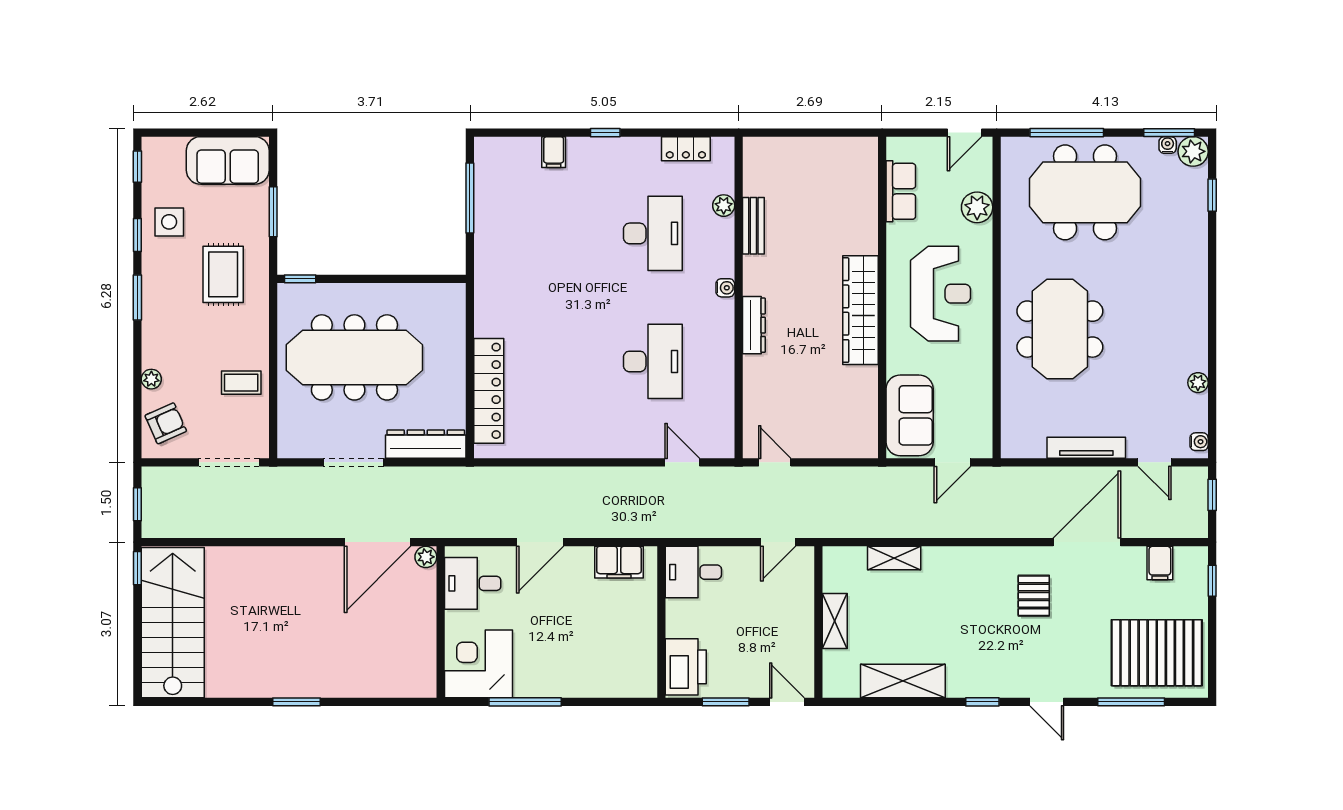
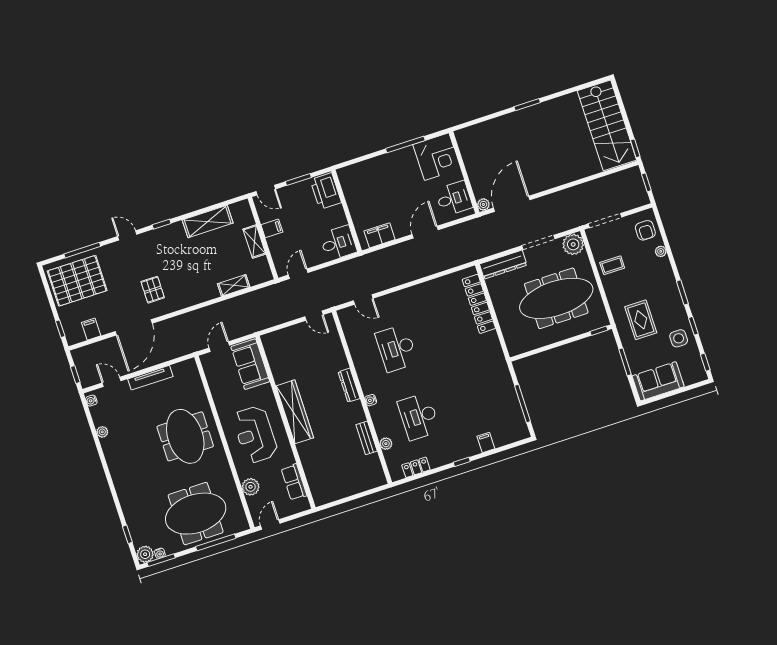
armchair: (166, 423) -> (645, 230), turned -66
plant: (296, 440) -> (573, 244), added
filing cabinet: (798, 634) -> (272, 228), added

